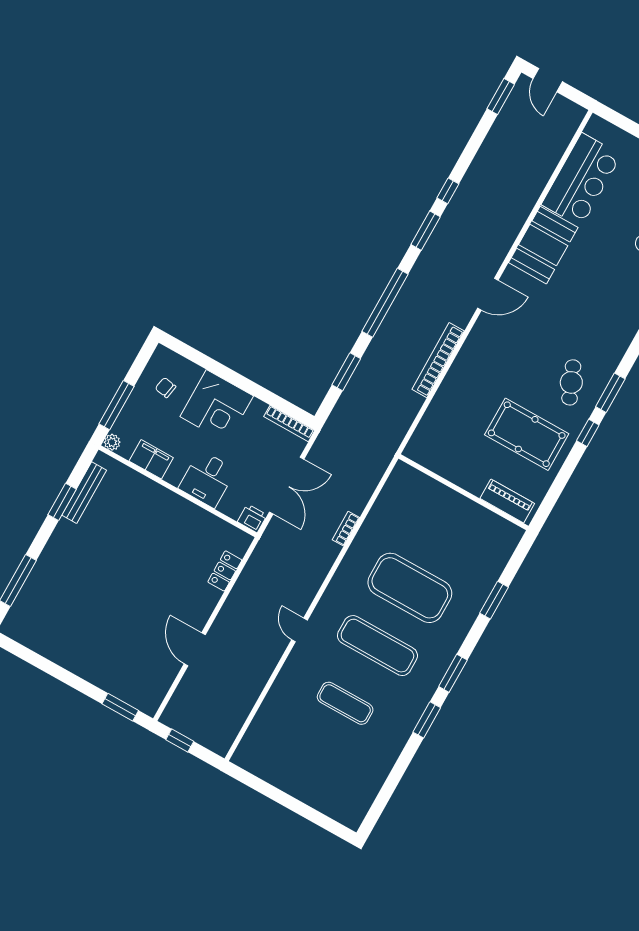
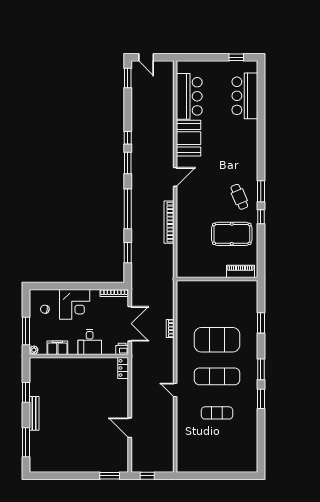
bench: (84, 493) -> (34, 413), moved
locker: (225, 571) -> (123, 368), moved

